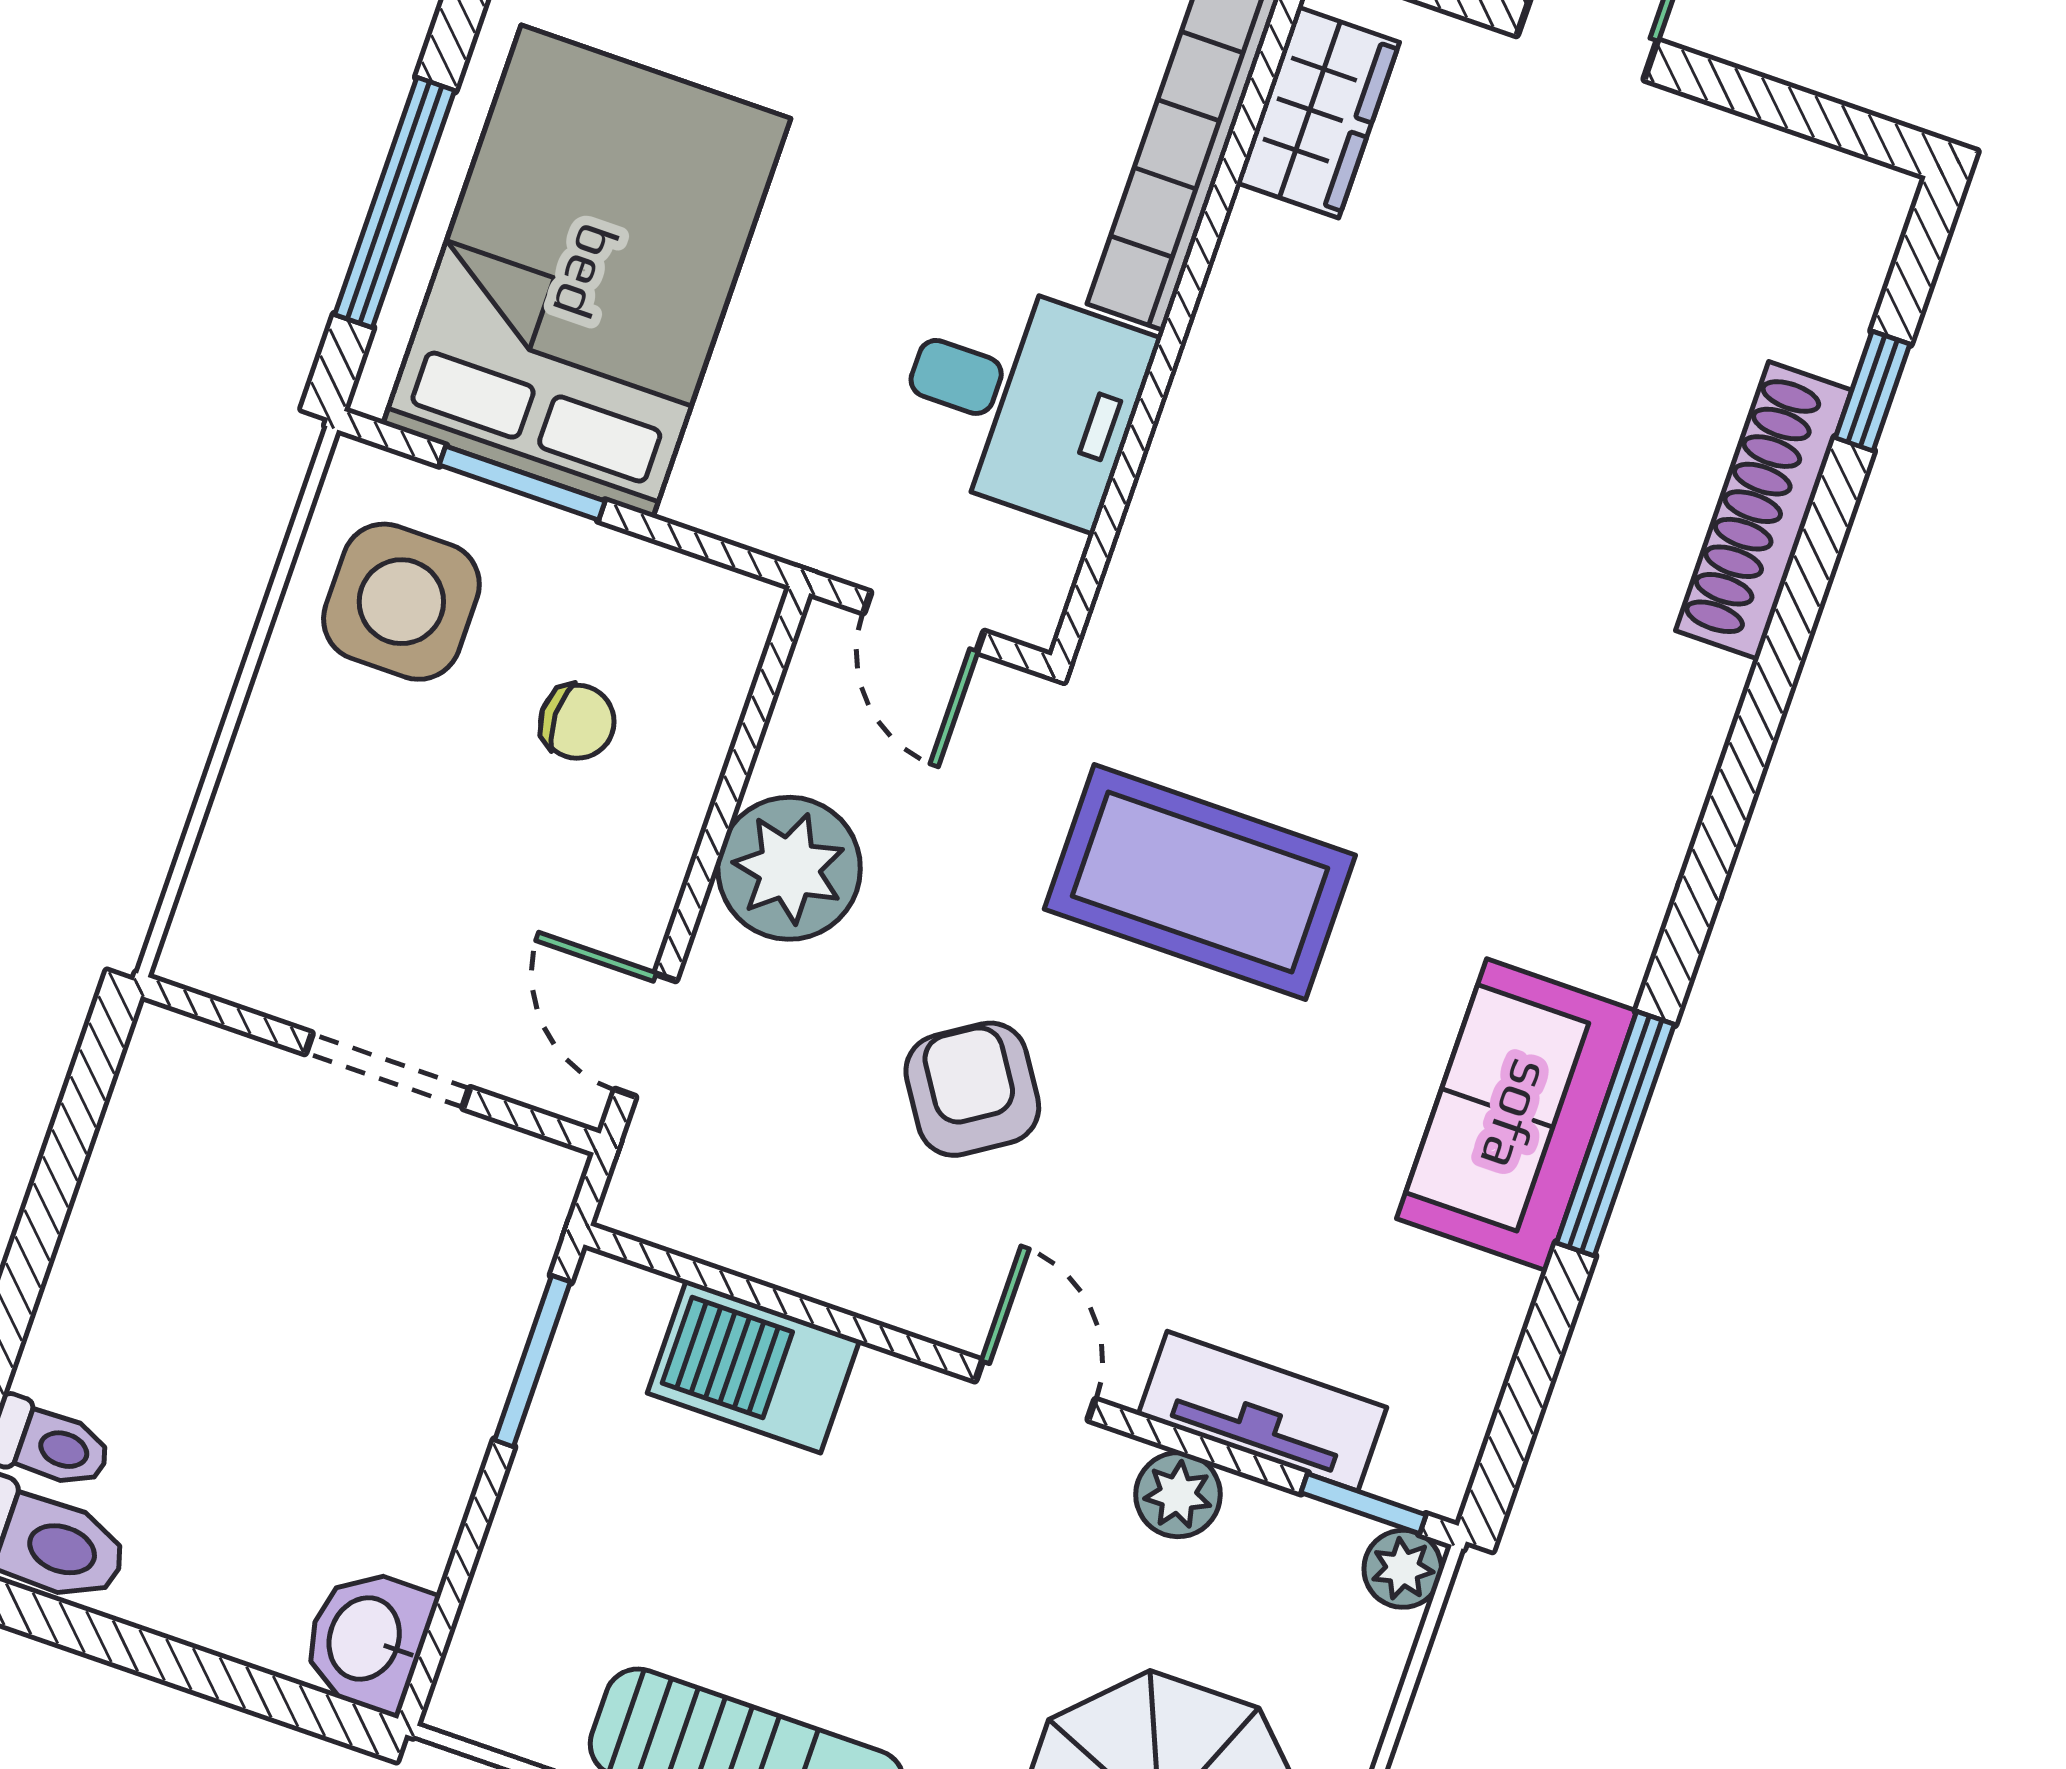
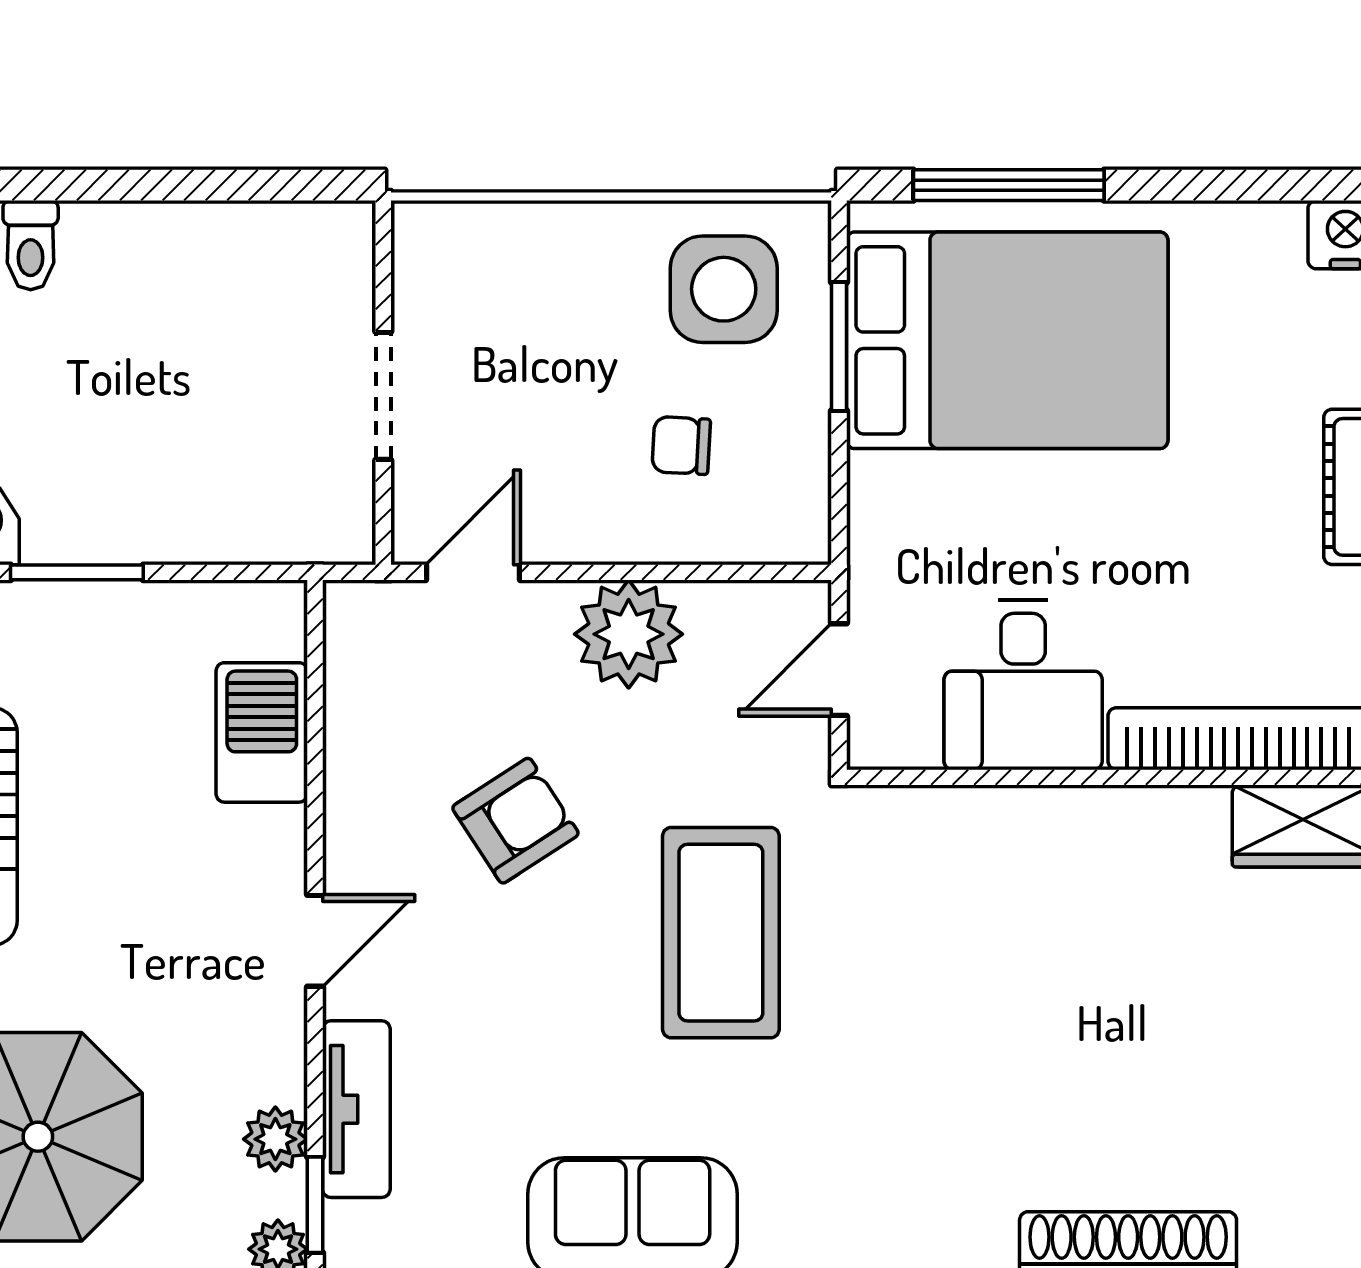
chair: (577, 722) -> (681, 445), turned 93
window: (533, 1361) -> (77, 572), moved
plant: (1178, 1495) -> (275, 1139), moved

